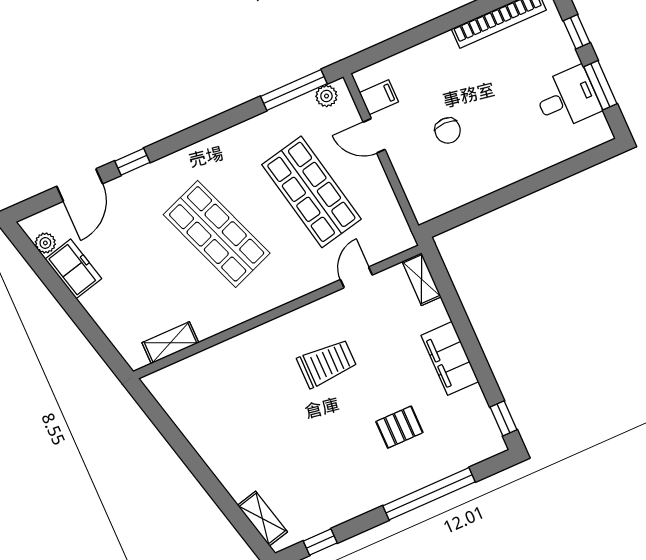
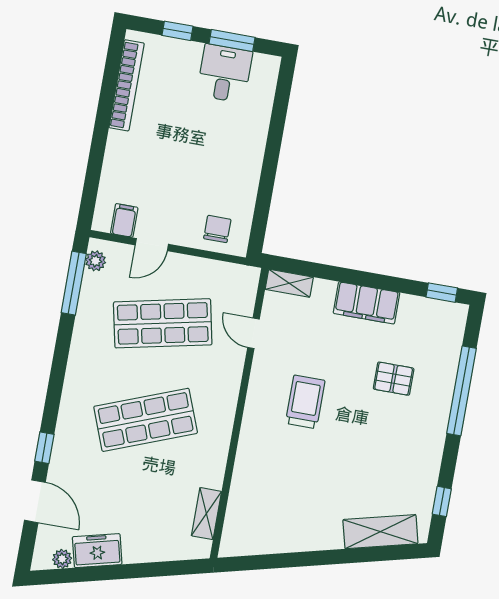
chair: (448, 131) -> (217, 229), moved, turned -90
pallet: (399, 427) -> (394, 379), turned 90
shelving: (262, 519) -> (380, 532), width x1.50, depth x1.33

